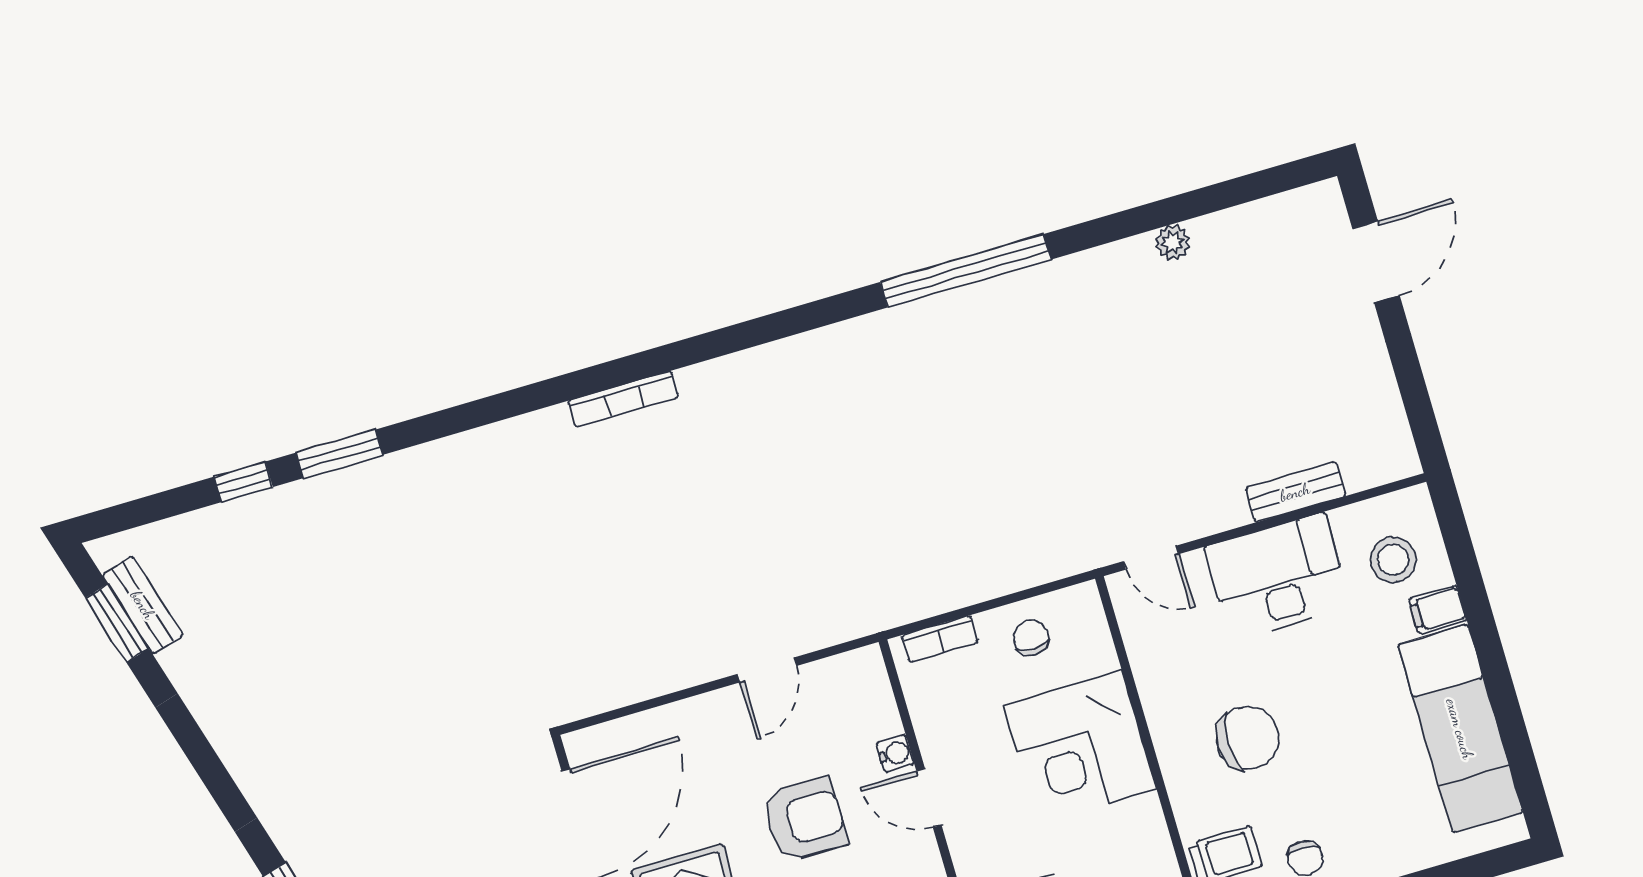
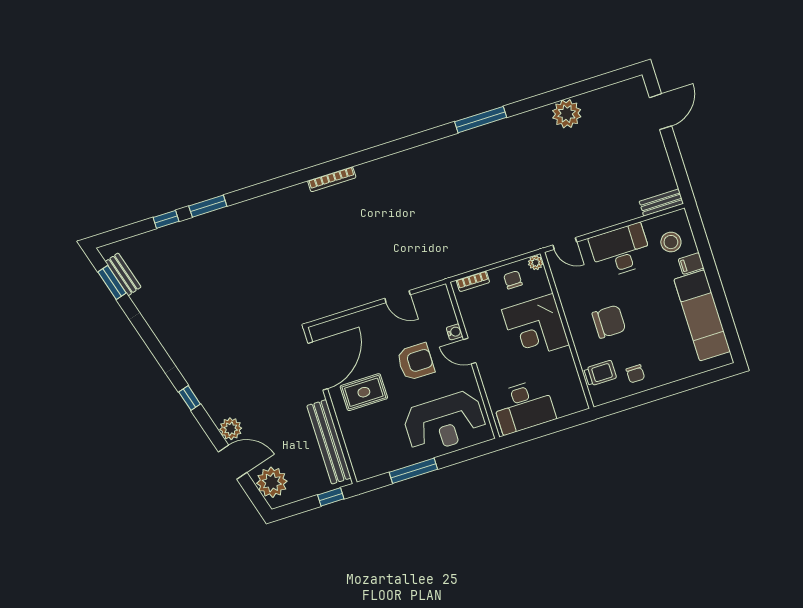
plant: (1173, 243) -> (567, 114), width x1.88, depth x1.88
window: (966, 271) -> (481, 120), width x0.68
bench: (1295, 492) -> (661, 203), moved
plant: (1084, 600) -> (536, 263), added
door: (767, 670) -> (398, 297), hinge flipped

